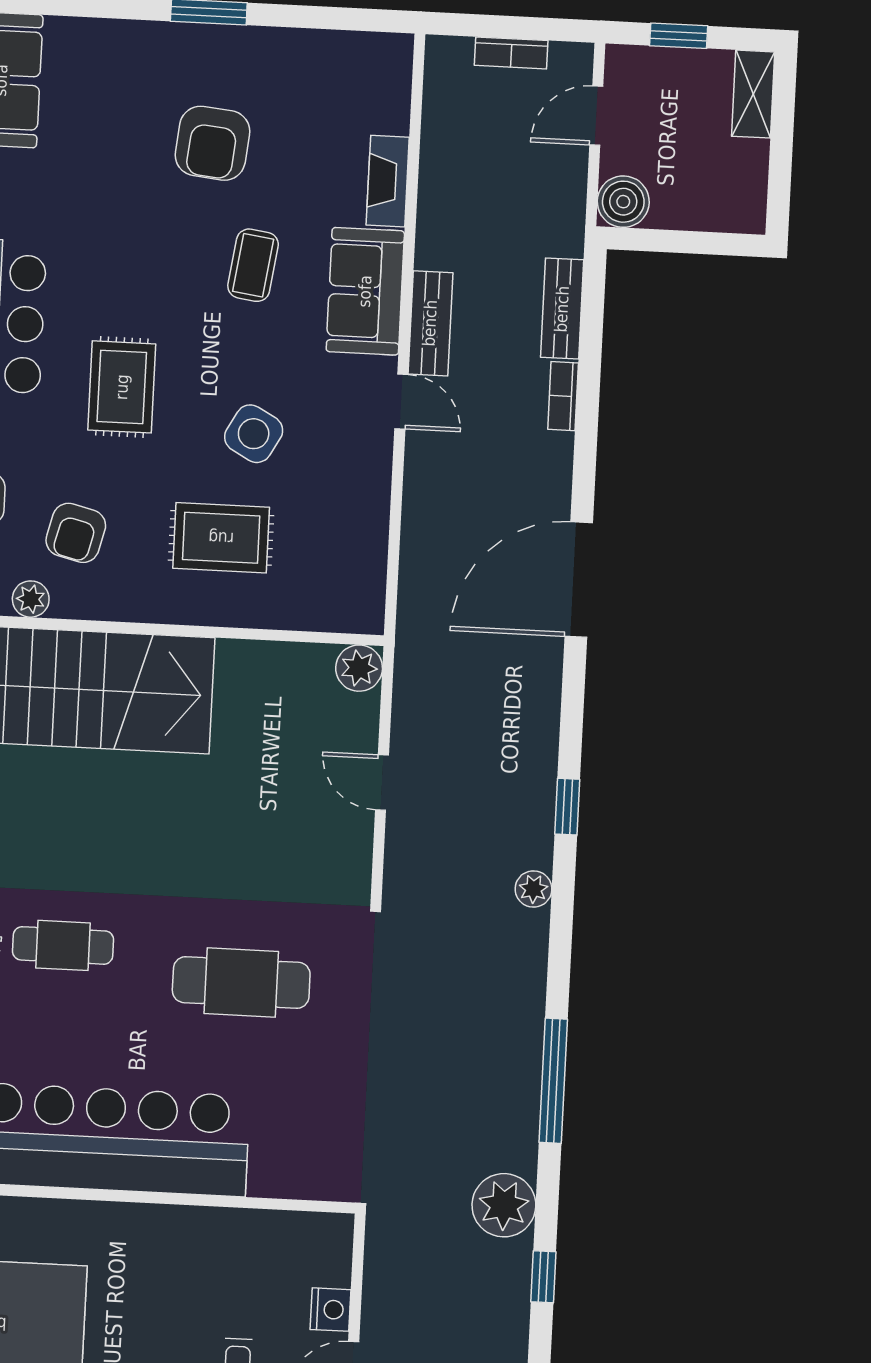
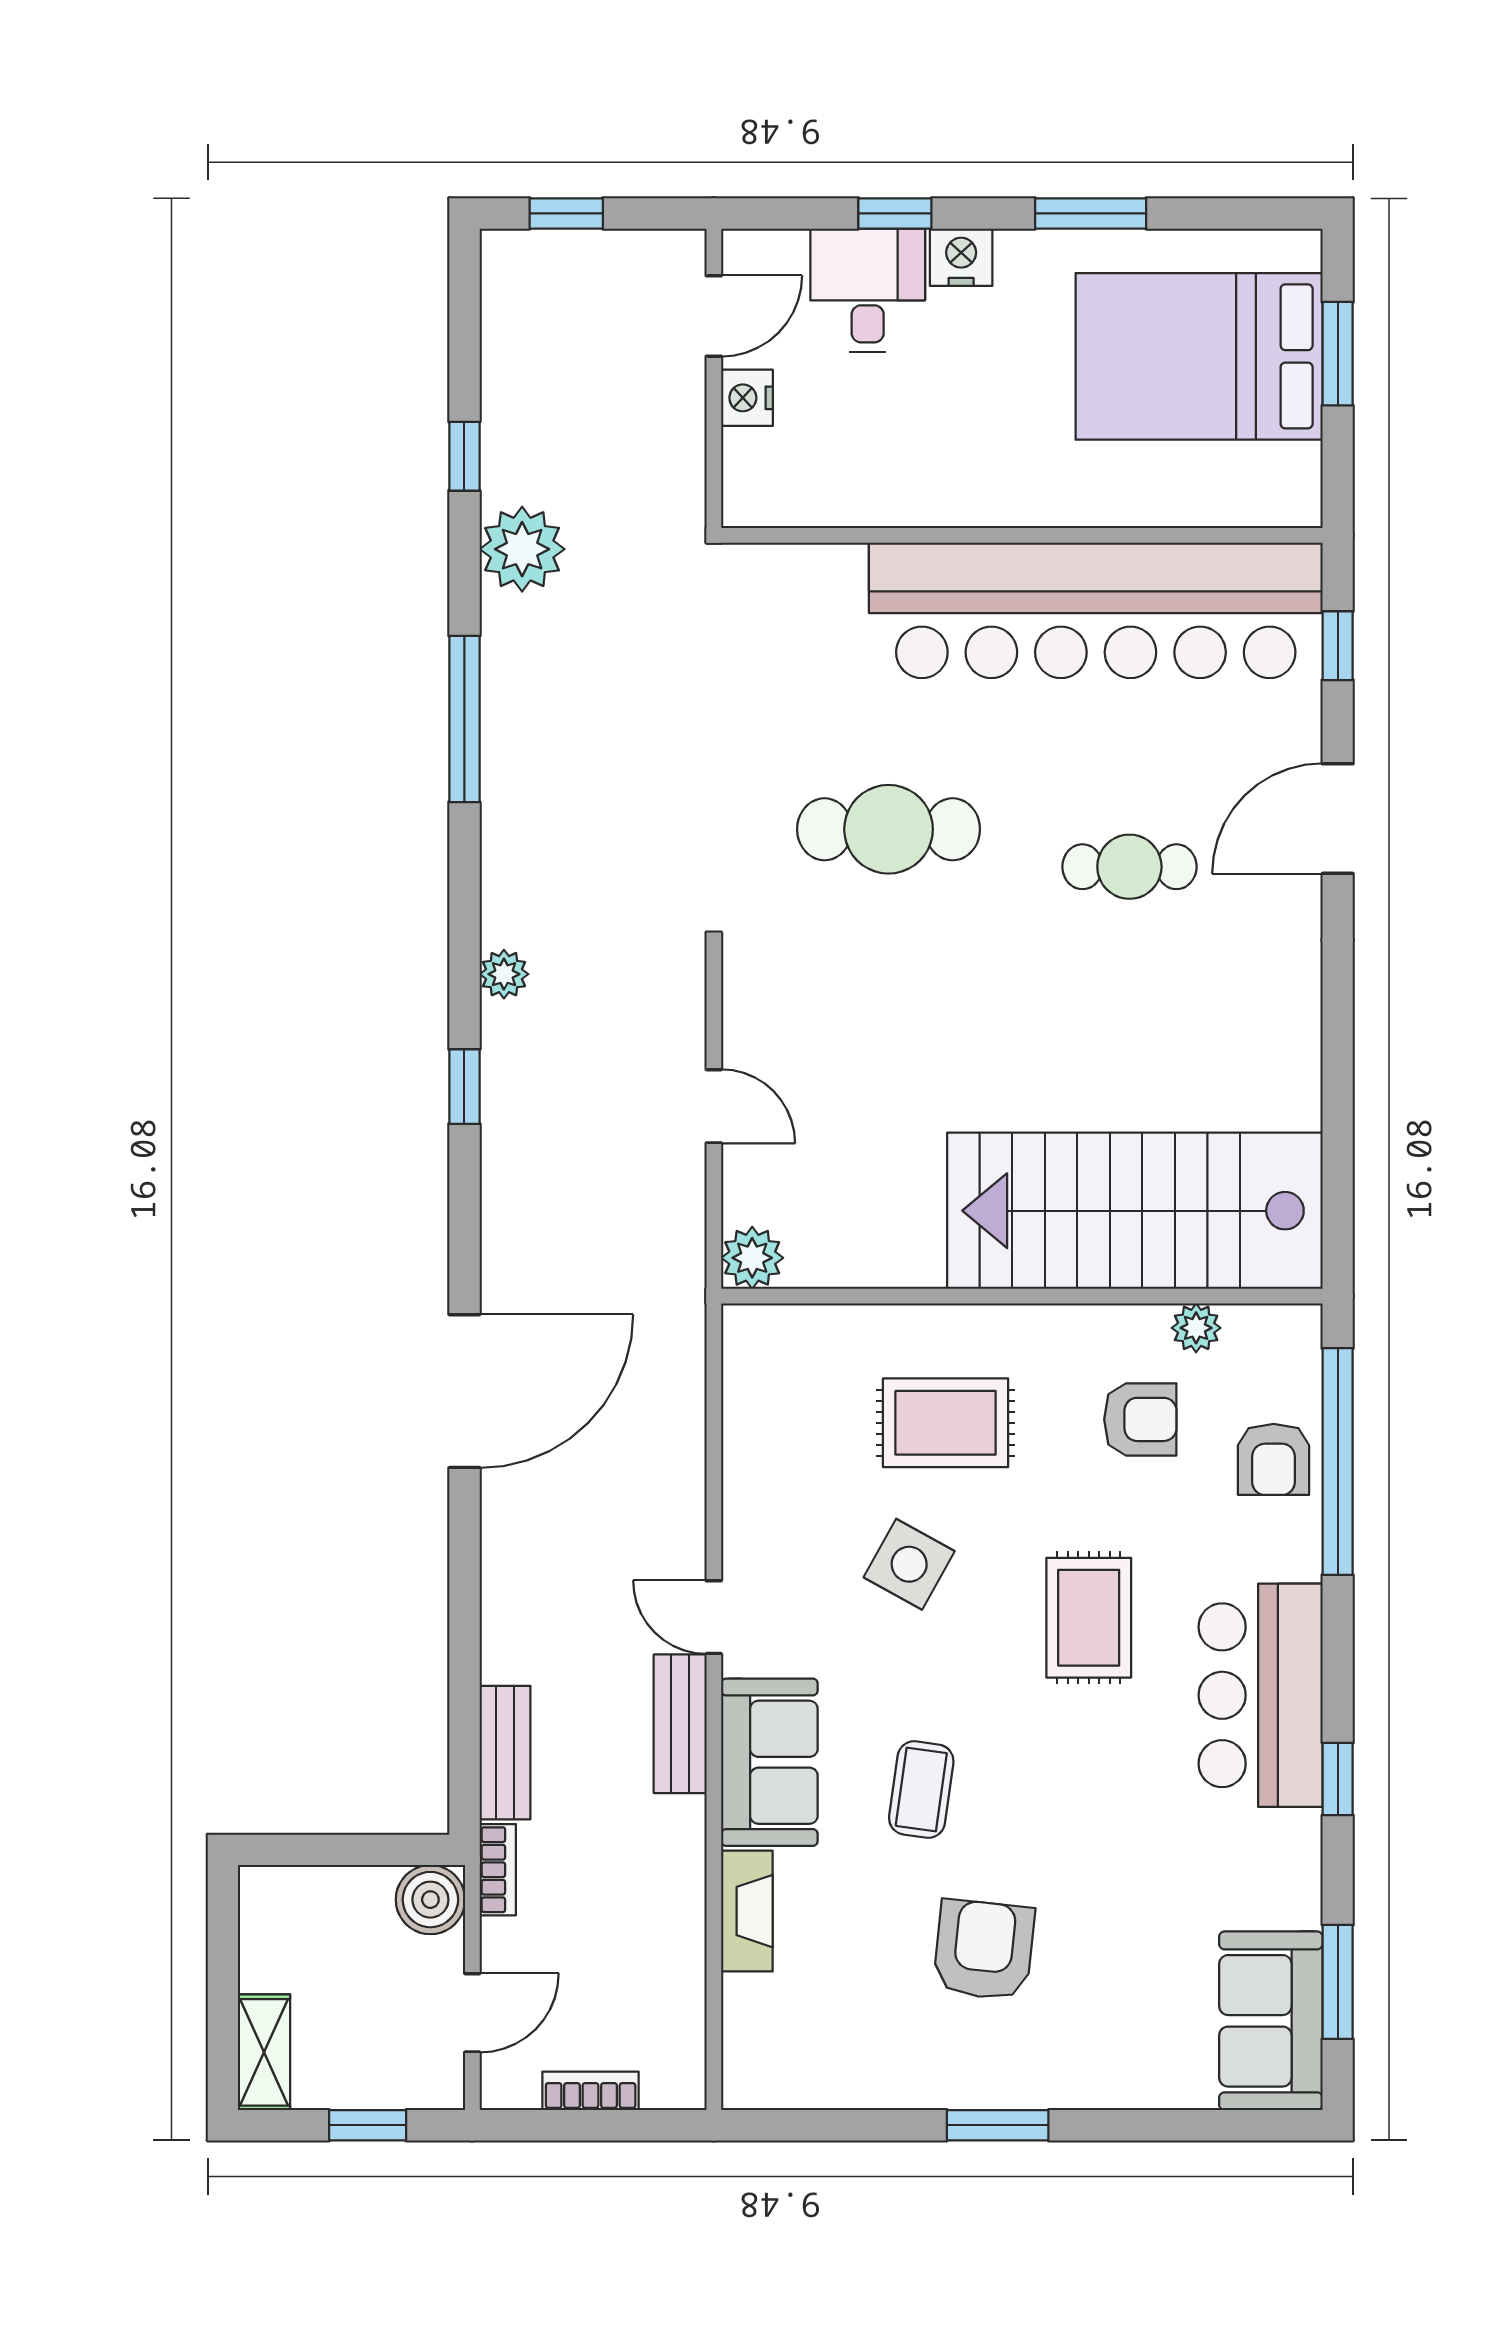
bookcase: (563, 396) -> (498, 1870), moved
armchair: (76, 533) -> (1140, 1419), turned 76

